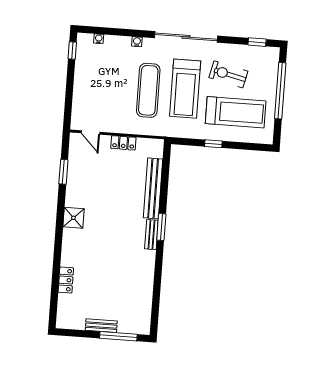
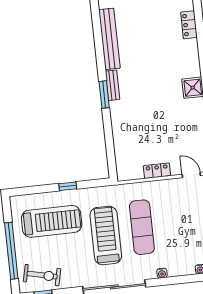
exercise bike: (228, 74) -> (42, 275), moved
treadmill: (236, 112) -> (52, 221), turned 180
bench: (153, 188) -> (109, 39), moved

